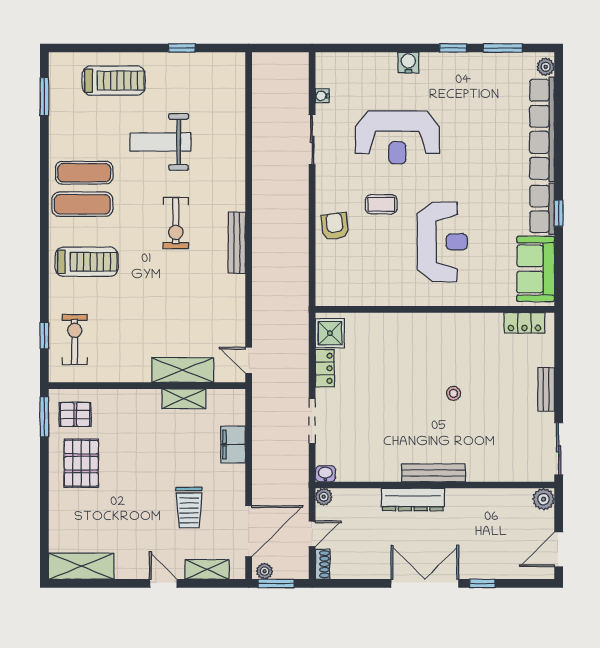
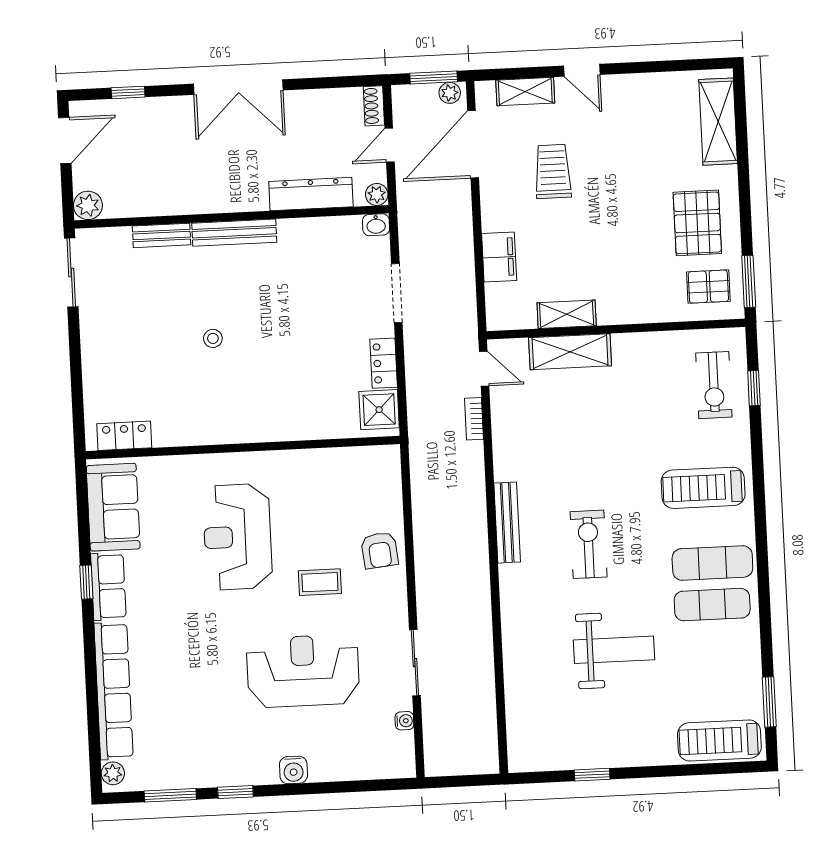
treadmill: (114, 81) -> (719, 741), moved
bookcase: (258, 323) -> (474, 419), added
bench: (546, 389) -> (162, 235), moved, turned 90
dresser: (413, 499) -> (311, 194), moved
shelving: (81, 566) -> (718, 122), moved, turned 90
window: (482, 583) -> (128, 92), moved

